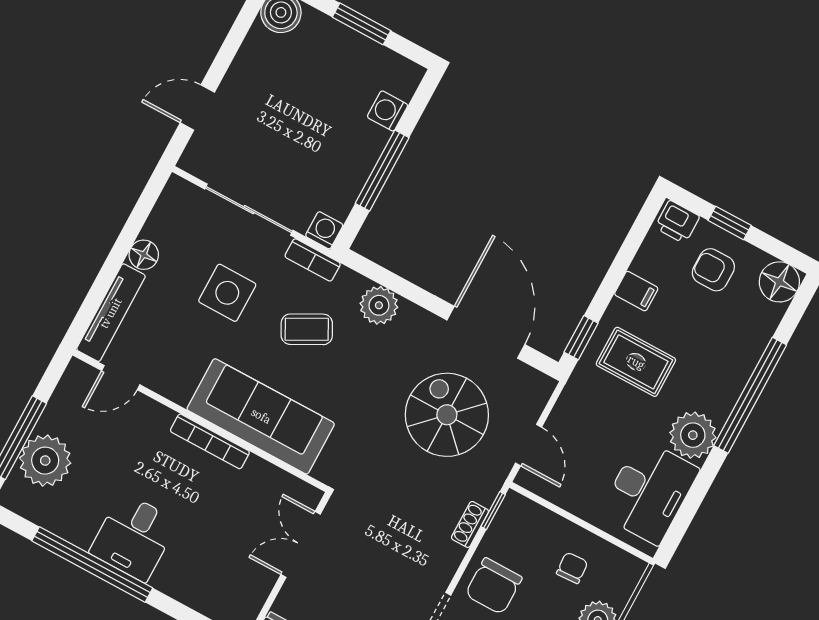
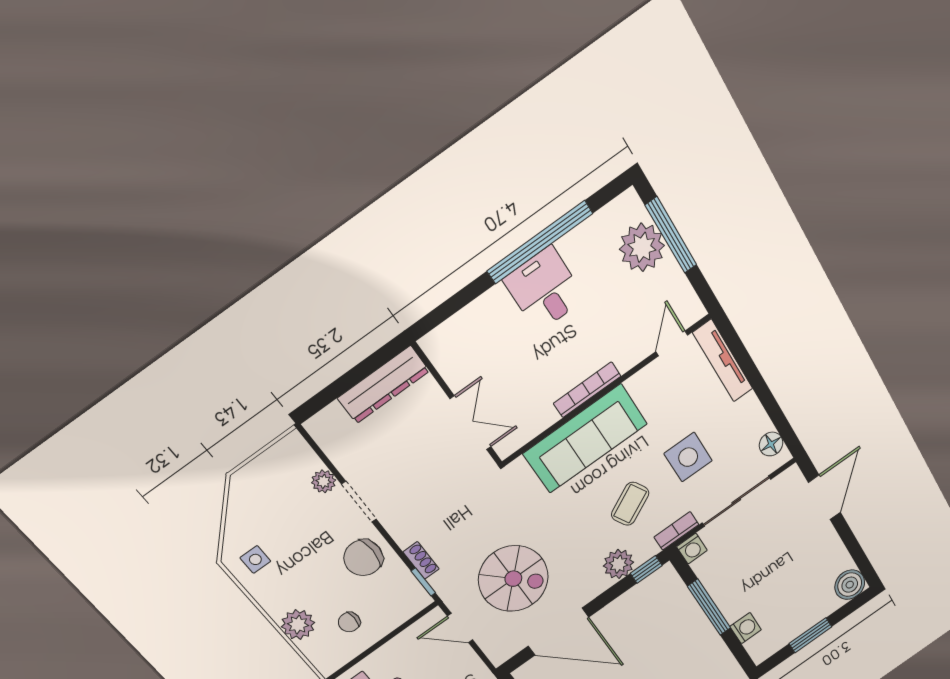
door: (197, 108) -> (825, 497), width x1.38
floor lamp: (144, 255) -> (771, 444), moved
window: (371, 270) -> (646, 569), added
chair: (572, 568) -> (349, 622), turned 93
chair: (494, 586) -> (363, 558), turned -90

